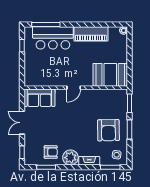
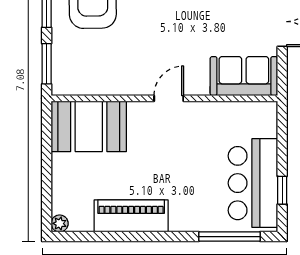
bar counter: (53, 38) -> (253, 183), moved, turned -90

